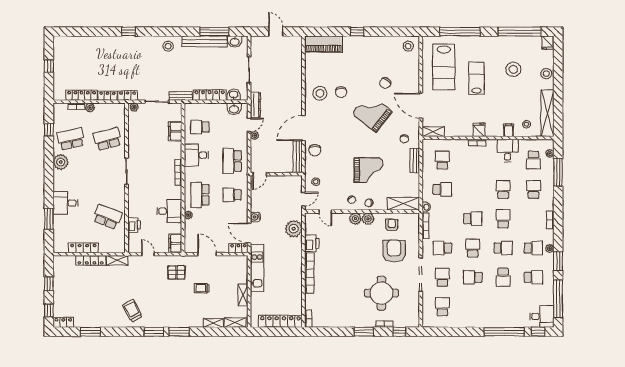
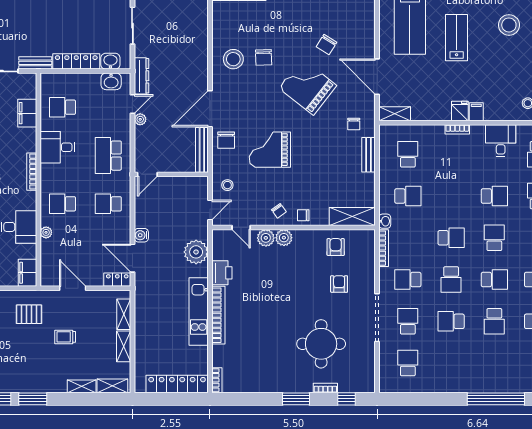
filing cabinet: (509, 130) -> (476, 112), moved
grand piano: (368, 170) -> (270, 150), moved, turned 180
school desk: (503, 189) -> (494, 196), turned 90
school desk: (200, 195) -> (62, 204), width x0.54
plant: (368, 219) -> (266, 238), moved
school desk: (473, 248) -> (451, 280), turned 180
armchair: (394, 251) -> (339, 284), width x0.53, depth x0.53
kitchen unit: (257, 268) -> (199, 311), moved, turned 180
shelving: (243, 272) -> (124, 314), added

